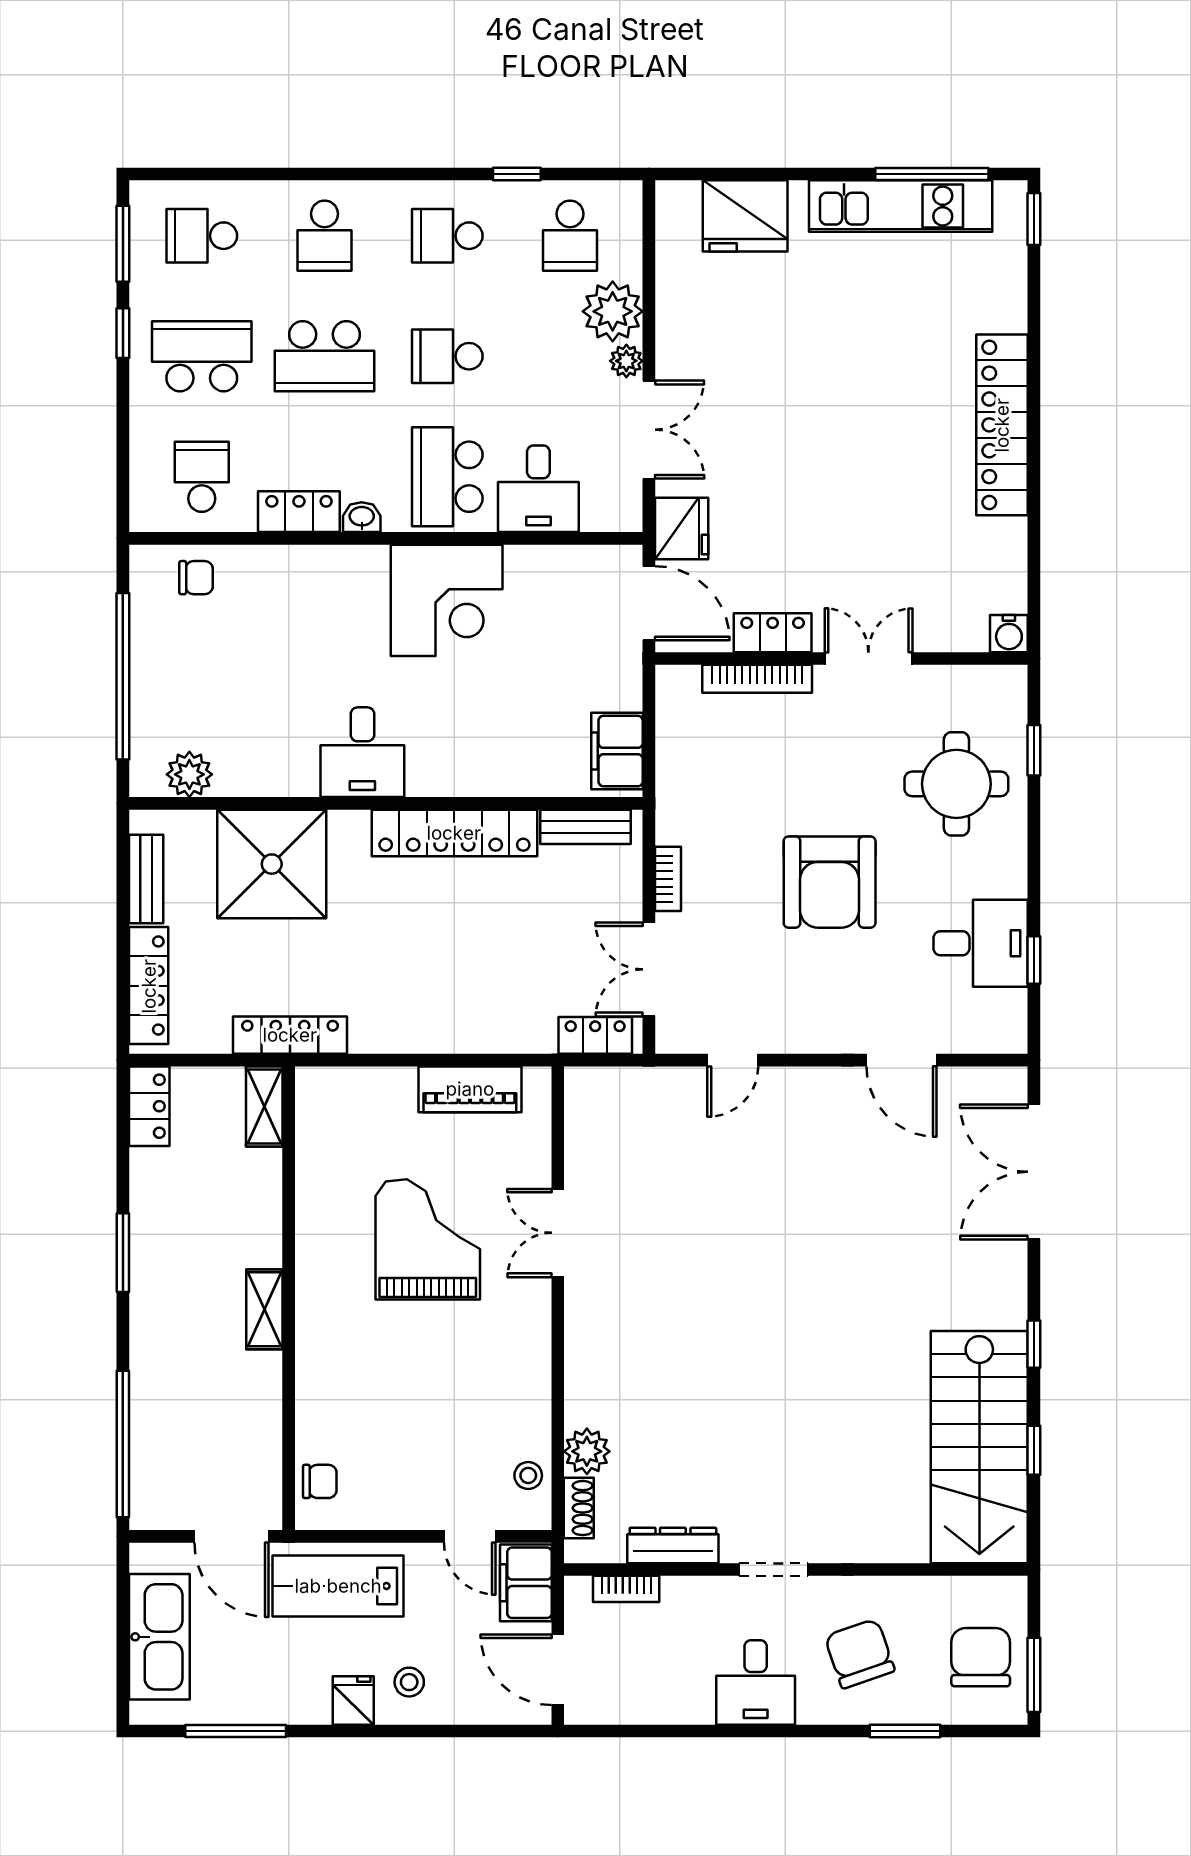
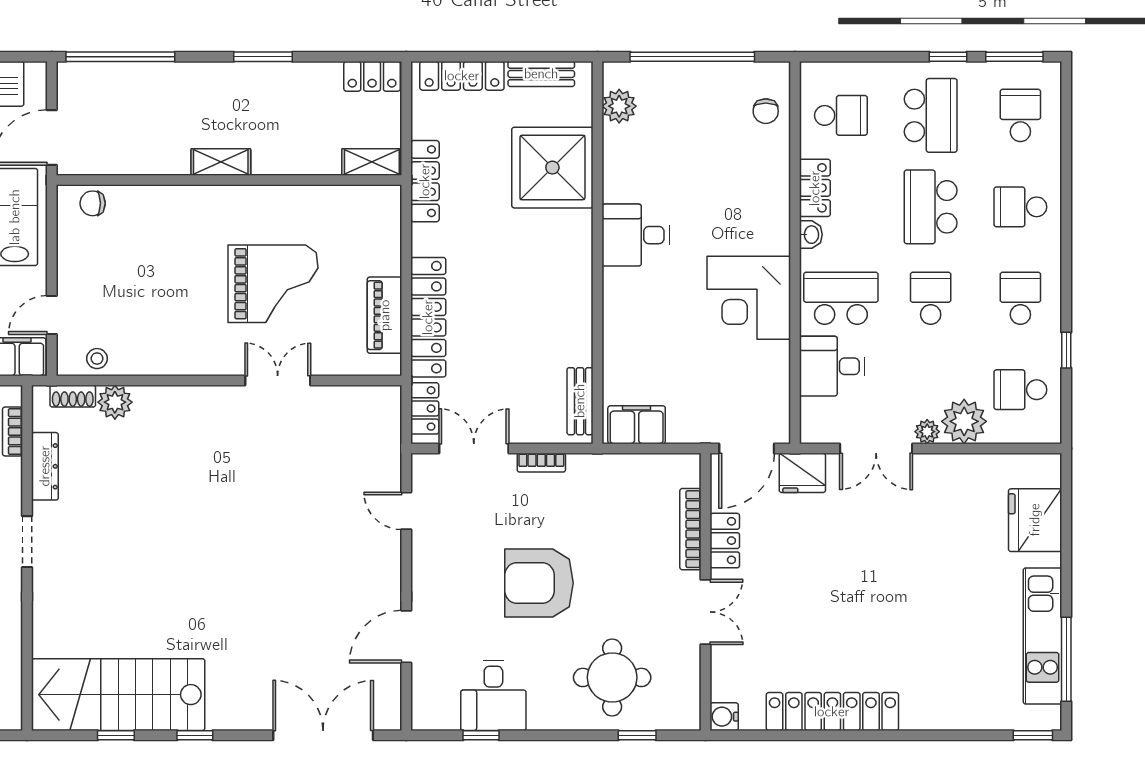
locker: (1002, 425) -> (832, 712), moved
locker: (454, 833) -> (428, 317), moved, turned 180
chair: (320, 1481) -> (93, 203), turned 90

